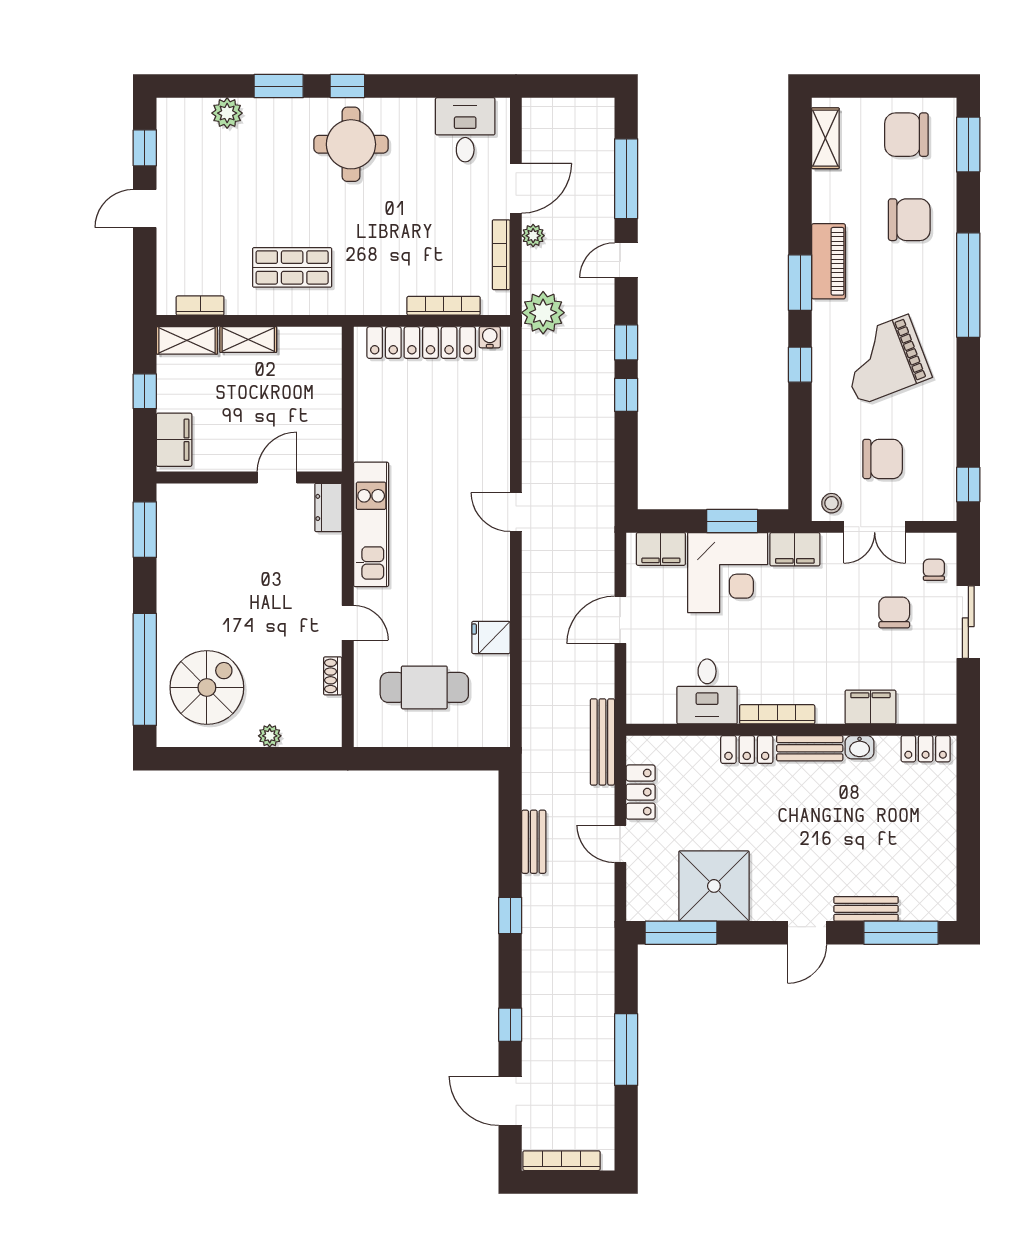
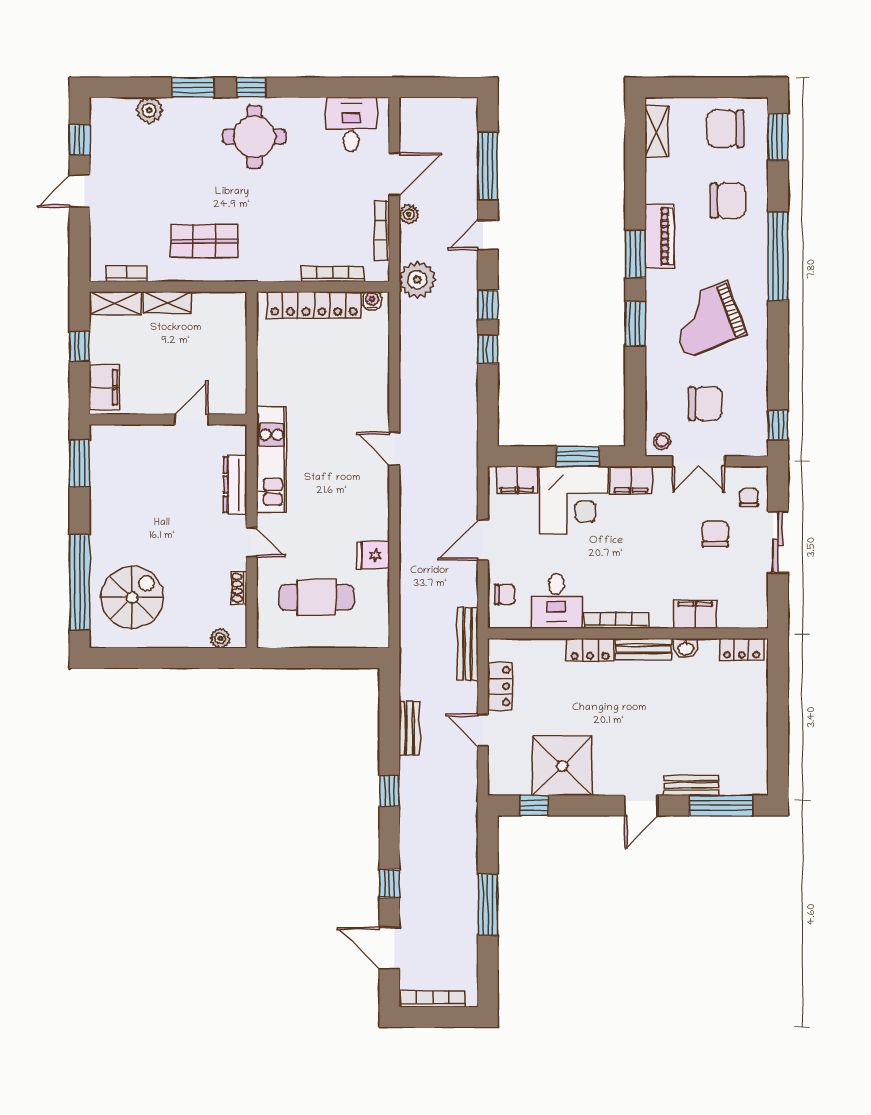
window: (800, 365) -> (635, 324), width x1.50
dresser: (328, 507) -> (235, 485), moved, width x1.44
chair: (646, 684) -> (505, 594), added
plant: (270, 736) -> (220, 638), moved
window: (681, 933) -> (534, 806), width x0.46

